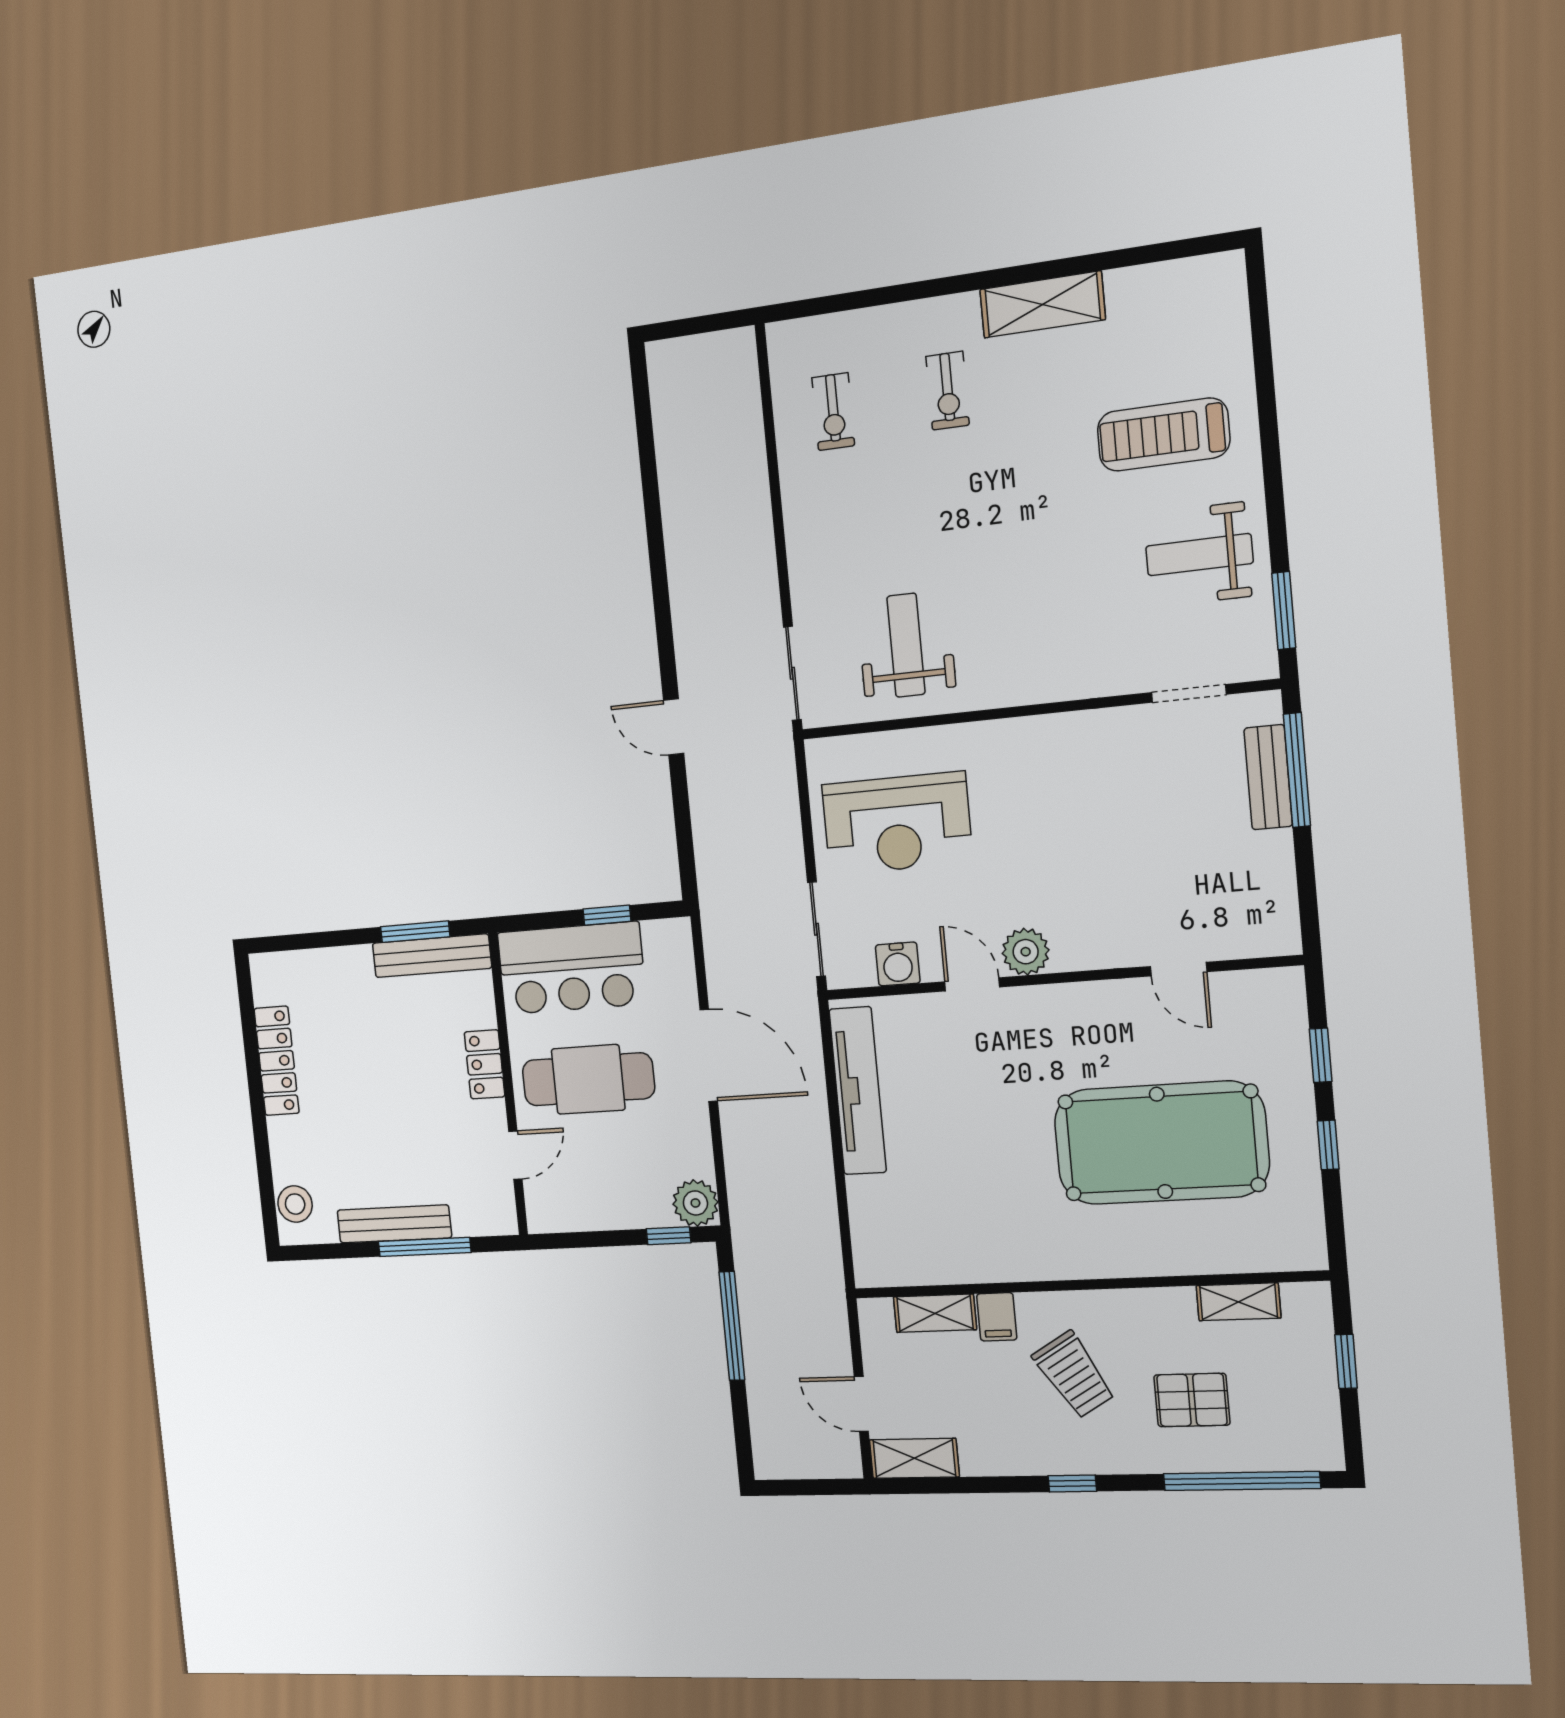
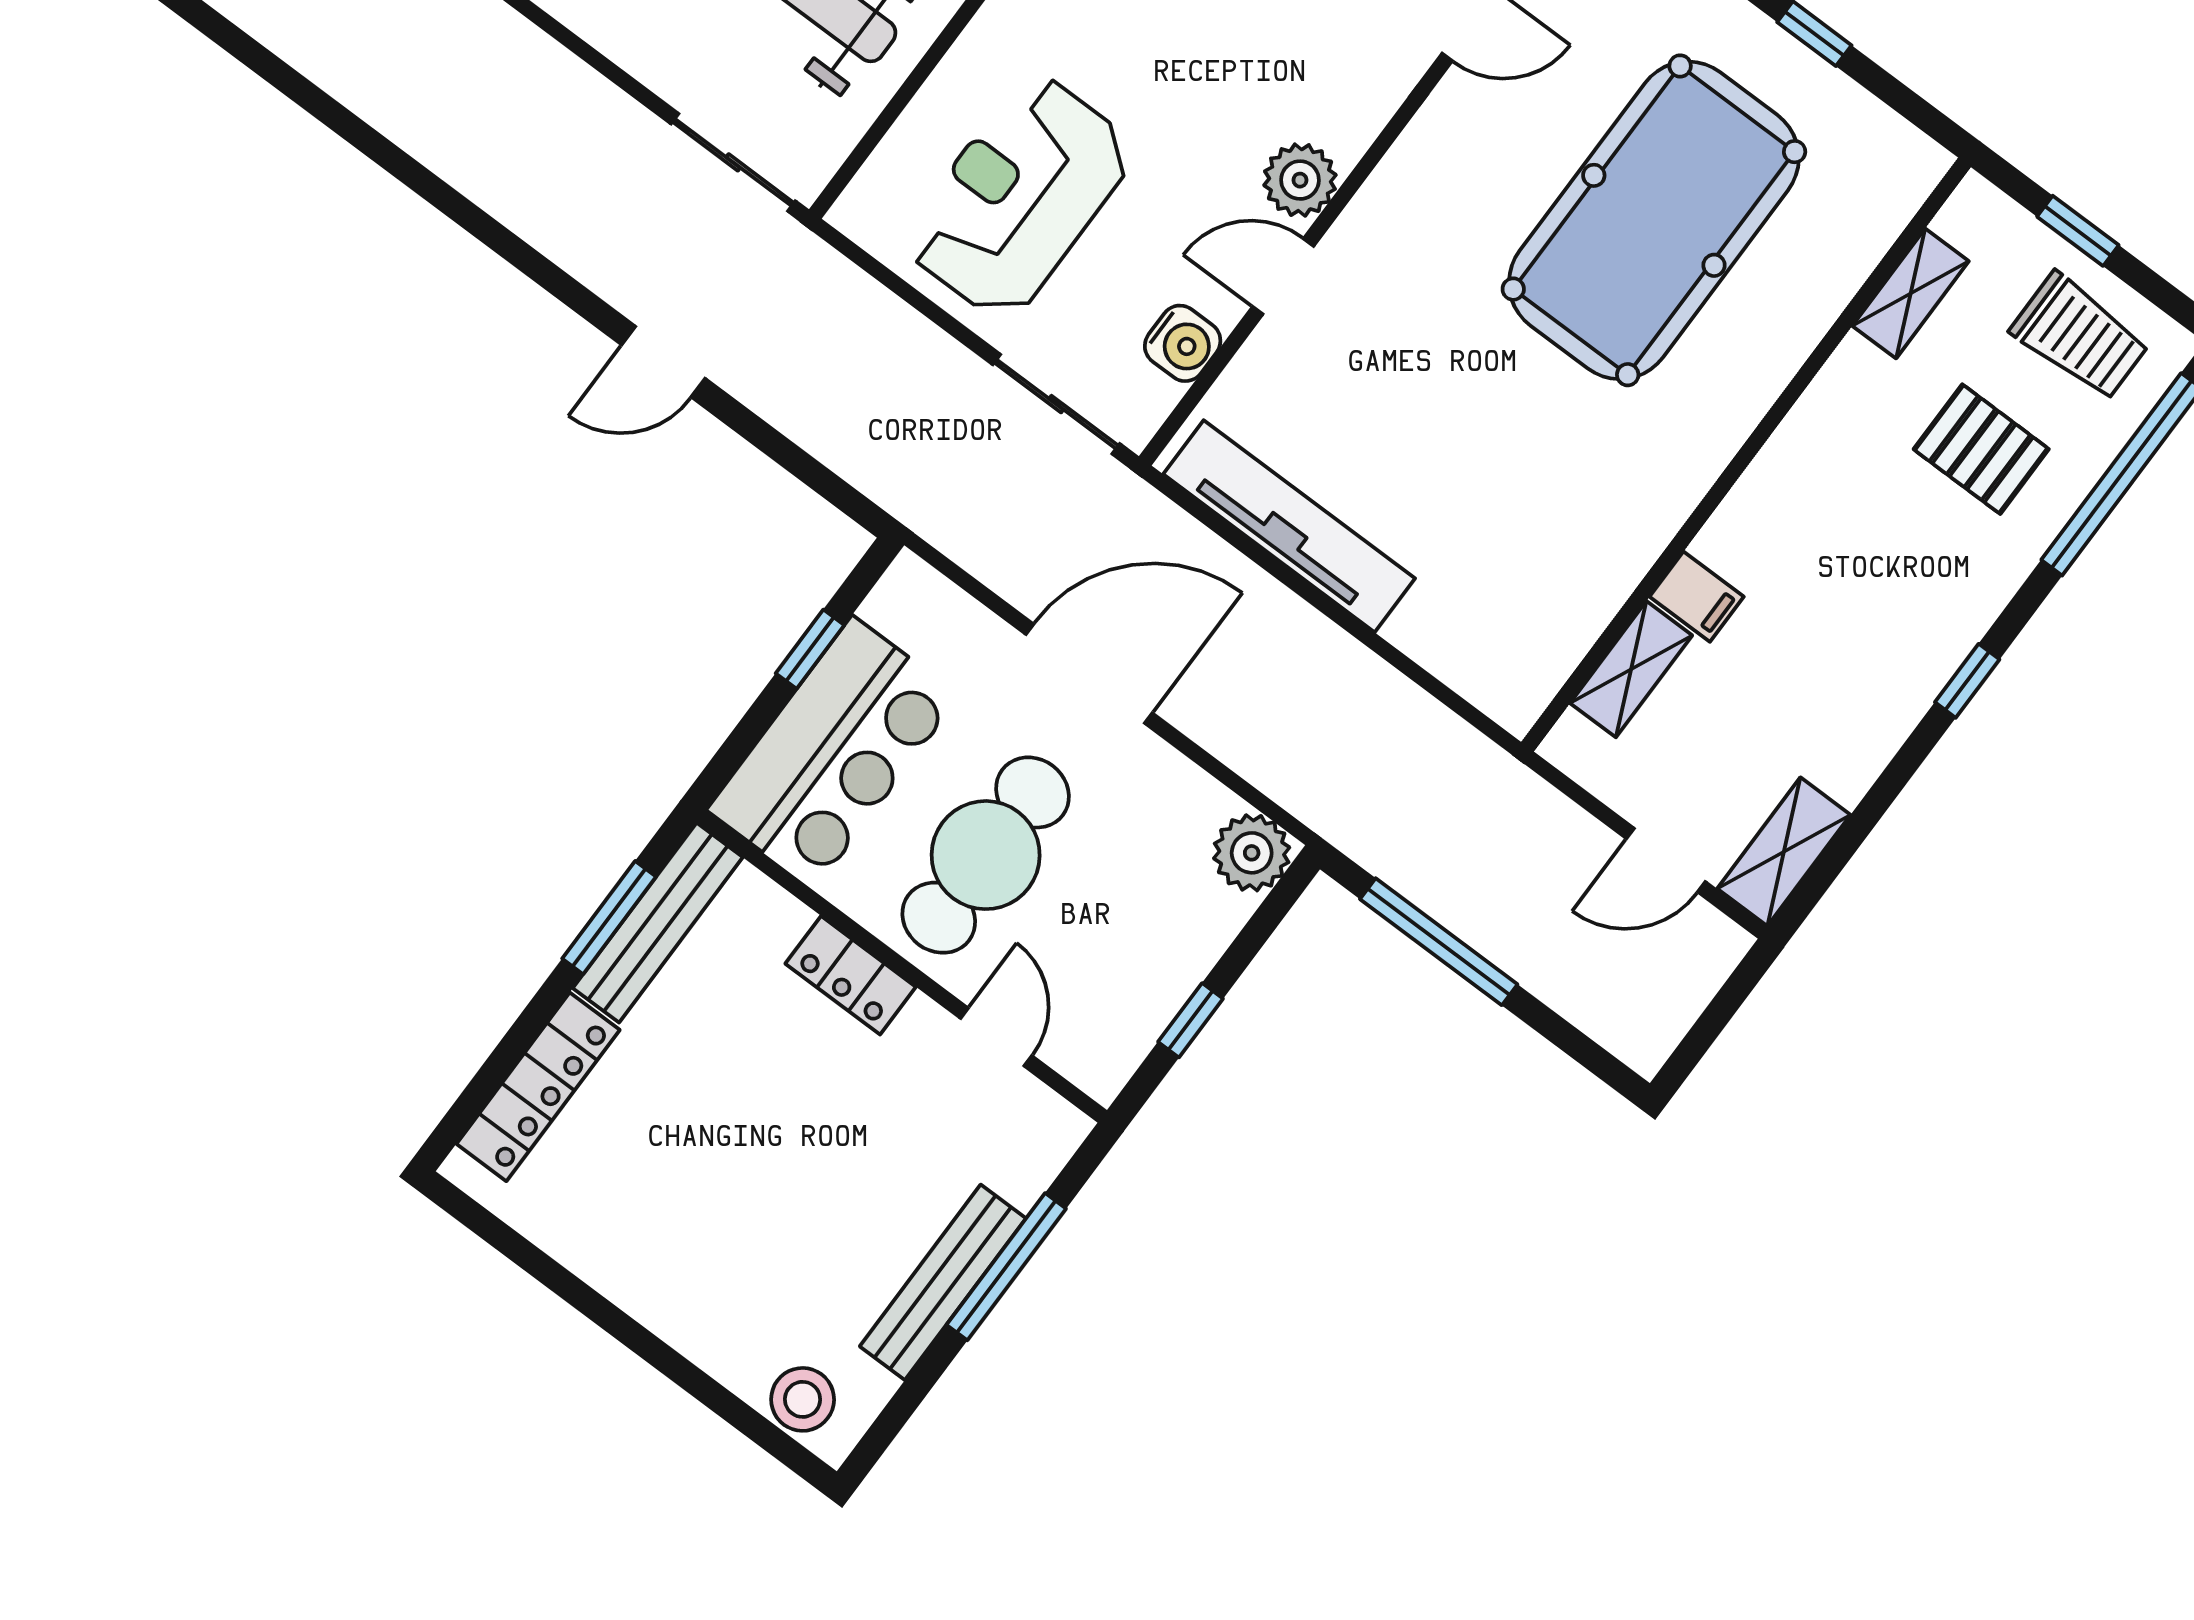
reception desk: (897, 823) -> (1019, 197), turned 180
locker: (277, 1061) -> (538, 1087), moved, turned 90
window: (669, 1236) -> (1191, 1020), moved
trolley: (1074, 1375) -> (2080, 337), moved, turned 31
pallet: (1192, 1400) -> (1981, 449), turned 90

